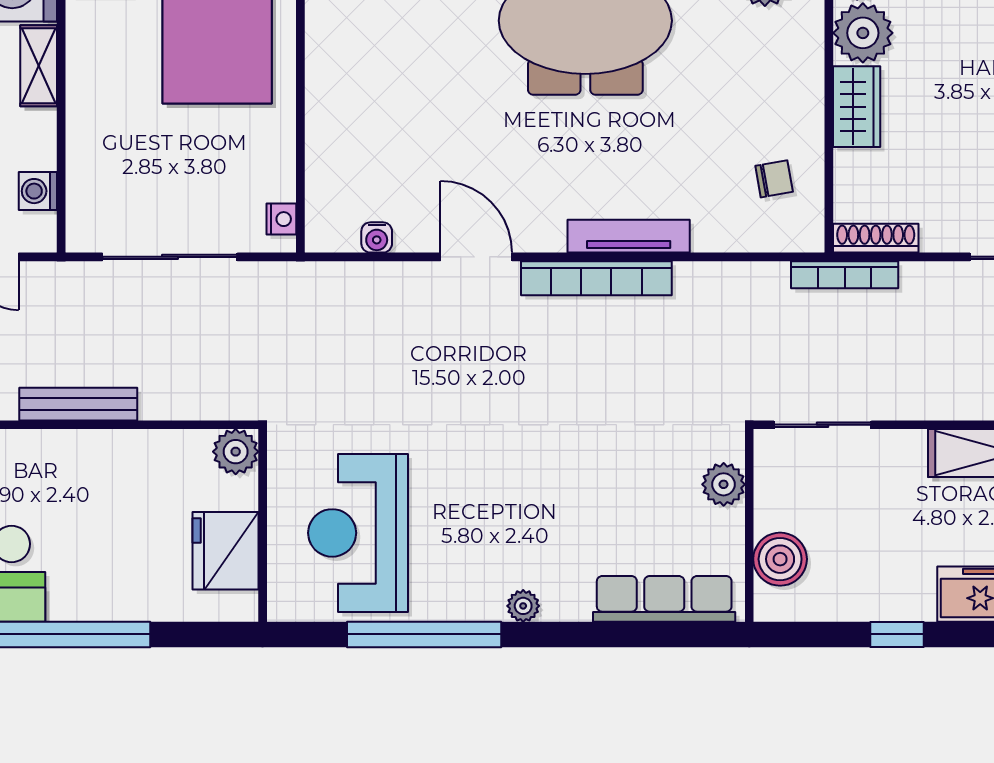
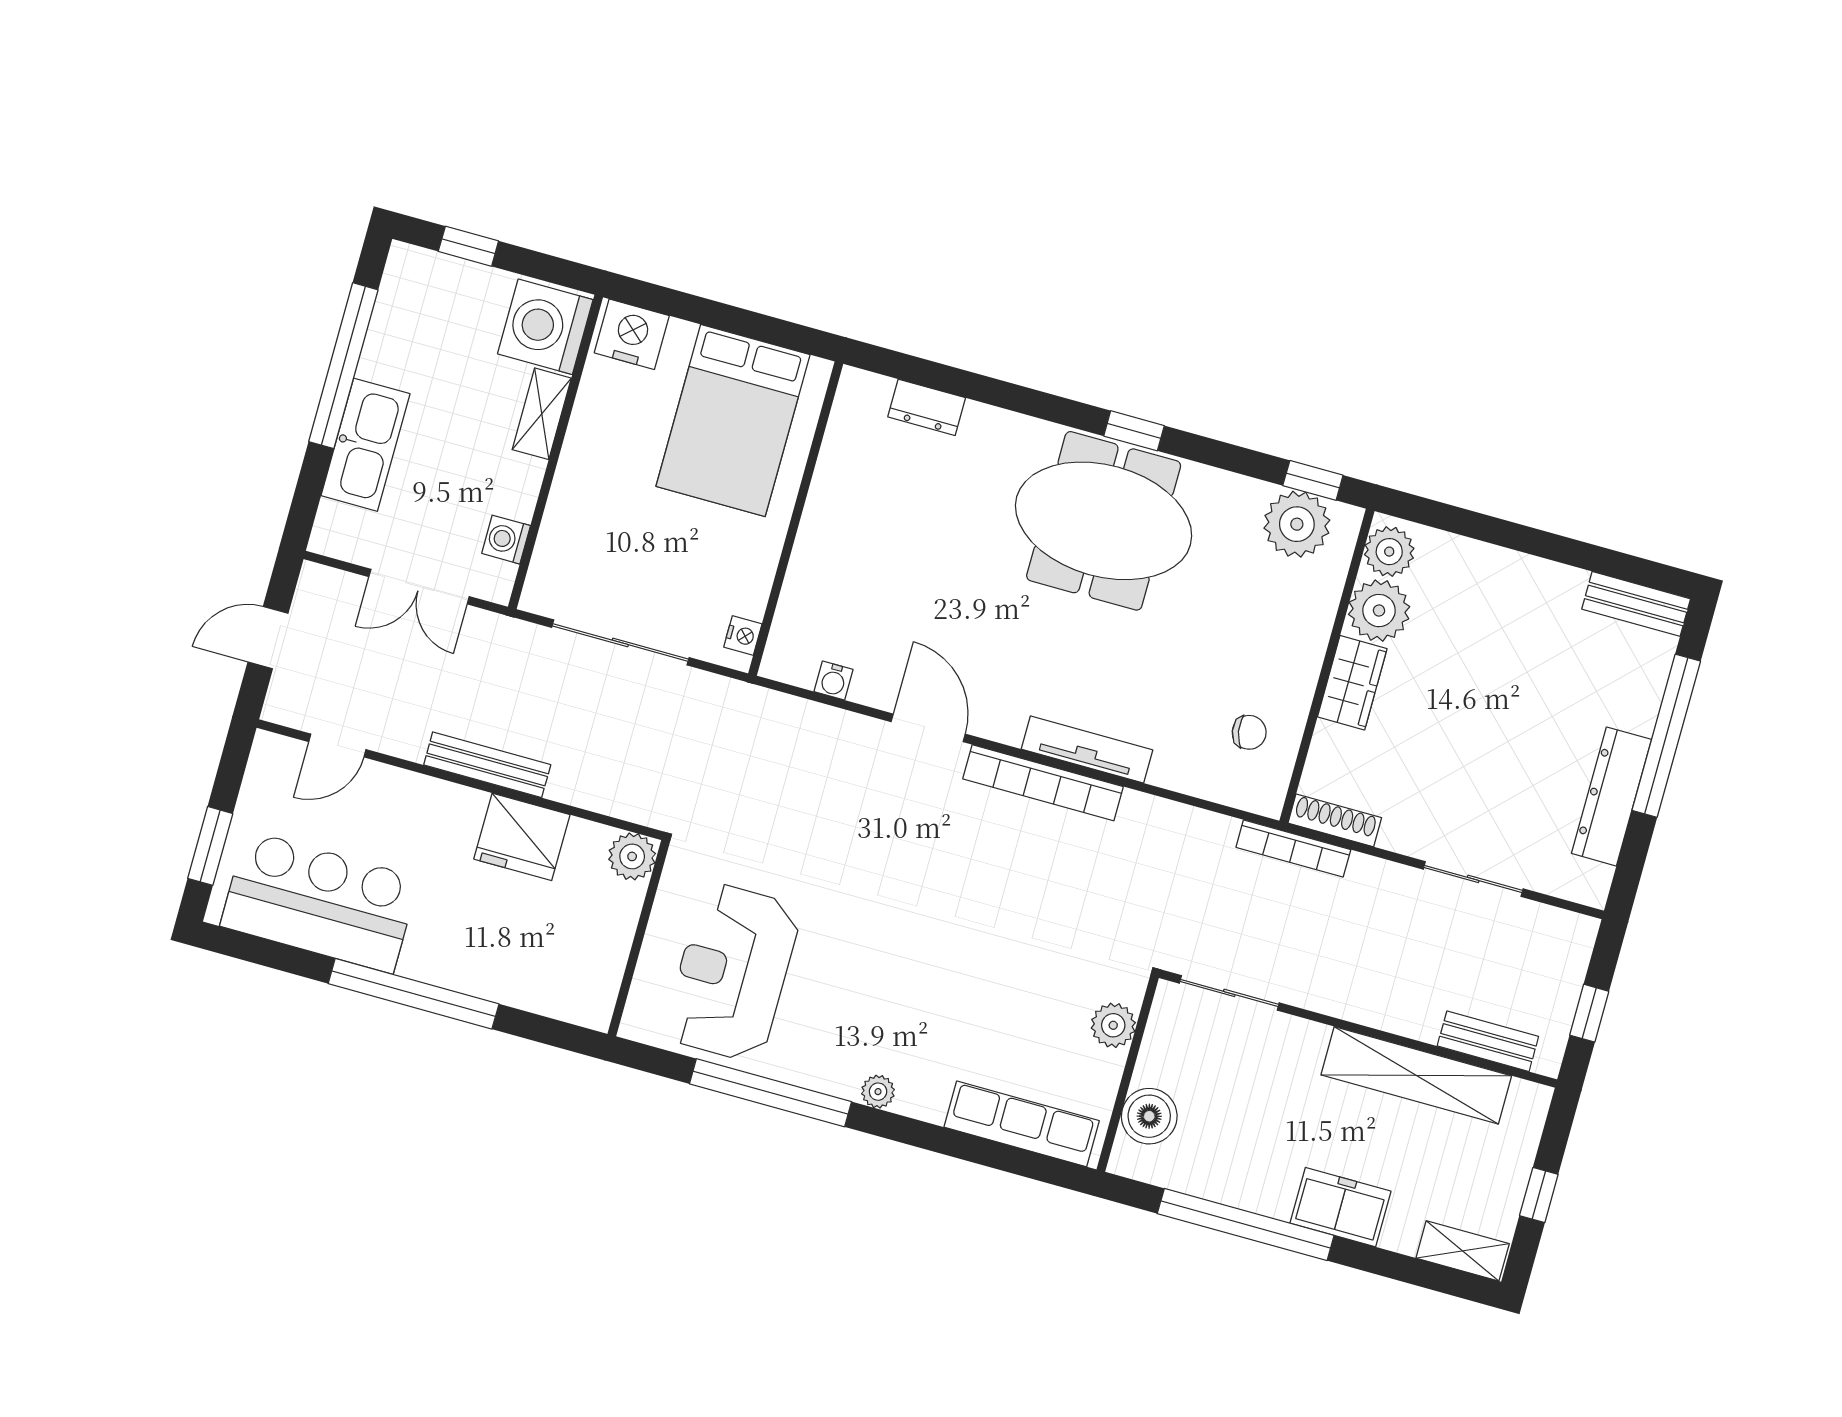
fridge: (225, 551) -> (522, 837), moved, turned -90
window: (897, 634) -> (1246, 1224), width x3.17

